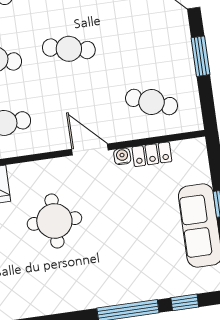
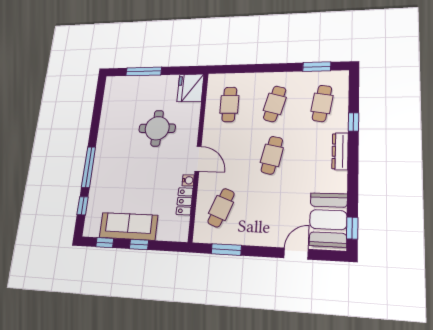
window: (200, 56) -> (226, 250), moved
door: (90, 150) -> (198, 159), hinge flipped

